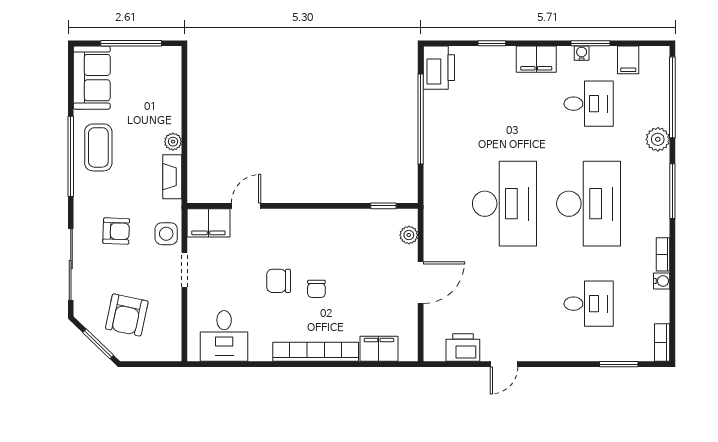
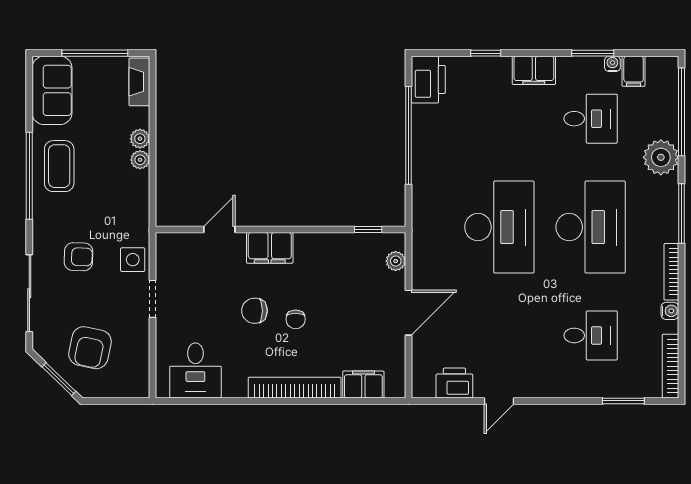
water cooler: (582, 53) -> (612, 64), moved
plant: (173, 122) -> (140, 139), added
plant: (658, 139) -> (661, 157), width x1.36, depth x1.36
fireplace: (172, 177) -> (139, 82), moved
filing cabinet: (208, 223) -> (270, 248), moved
bookcase: (663, 254) -> (671, 272), width x1.56
bookcase: (662, 343) -> (670, 366), width x1.56

